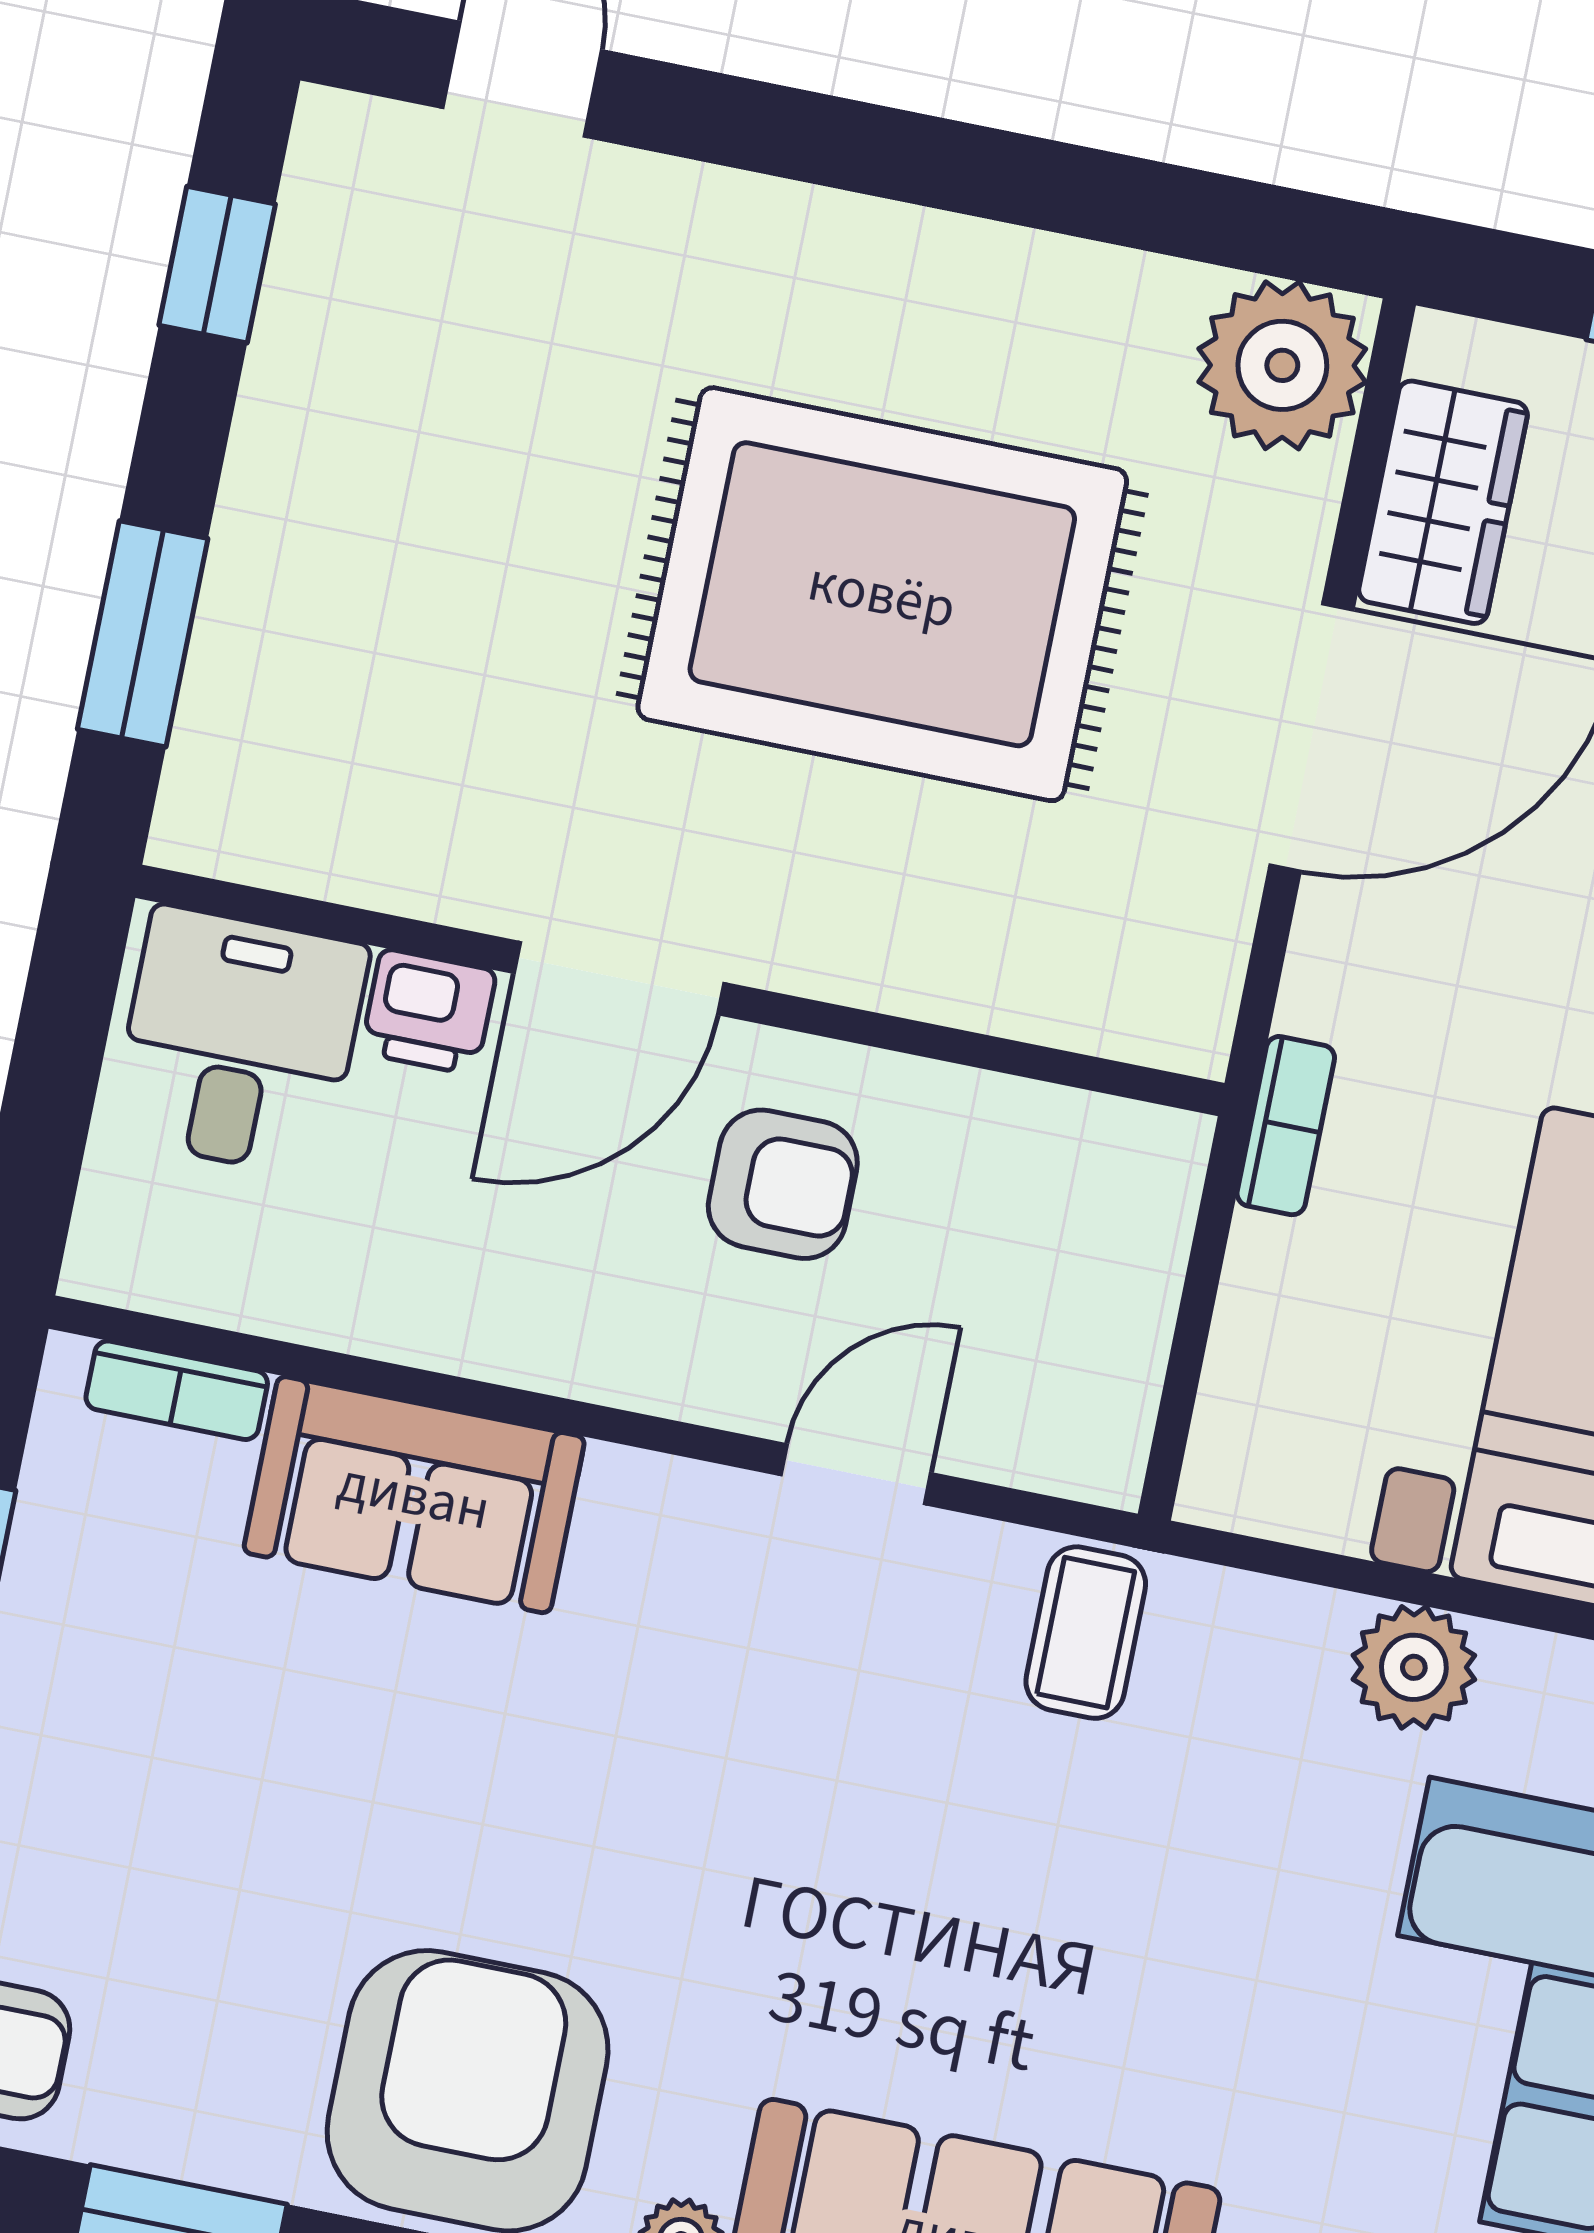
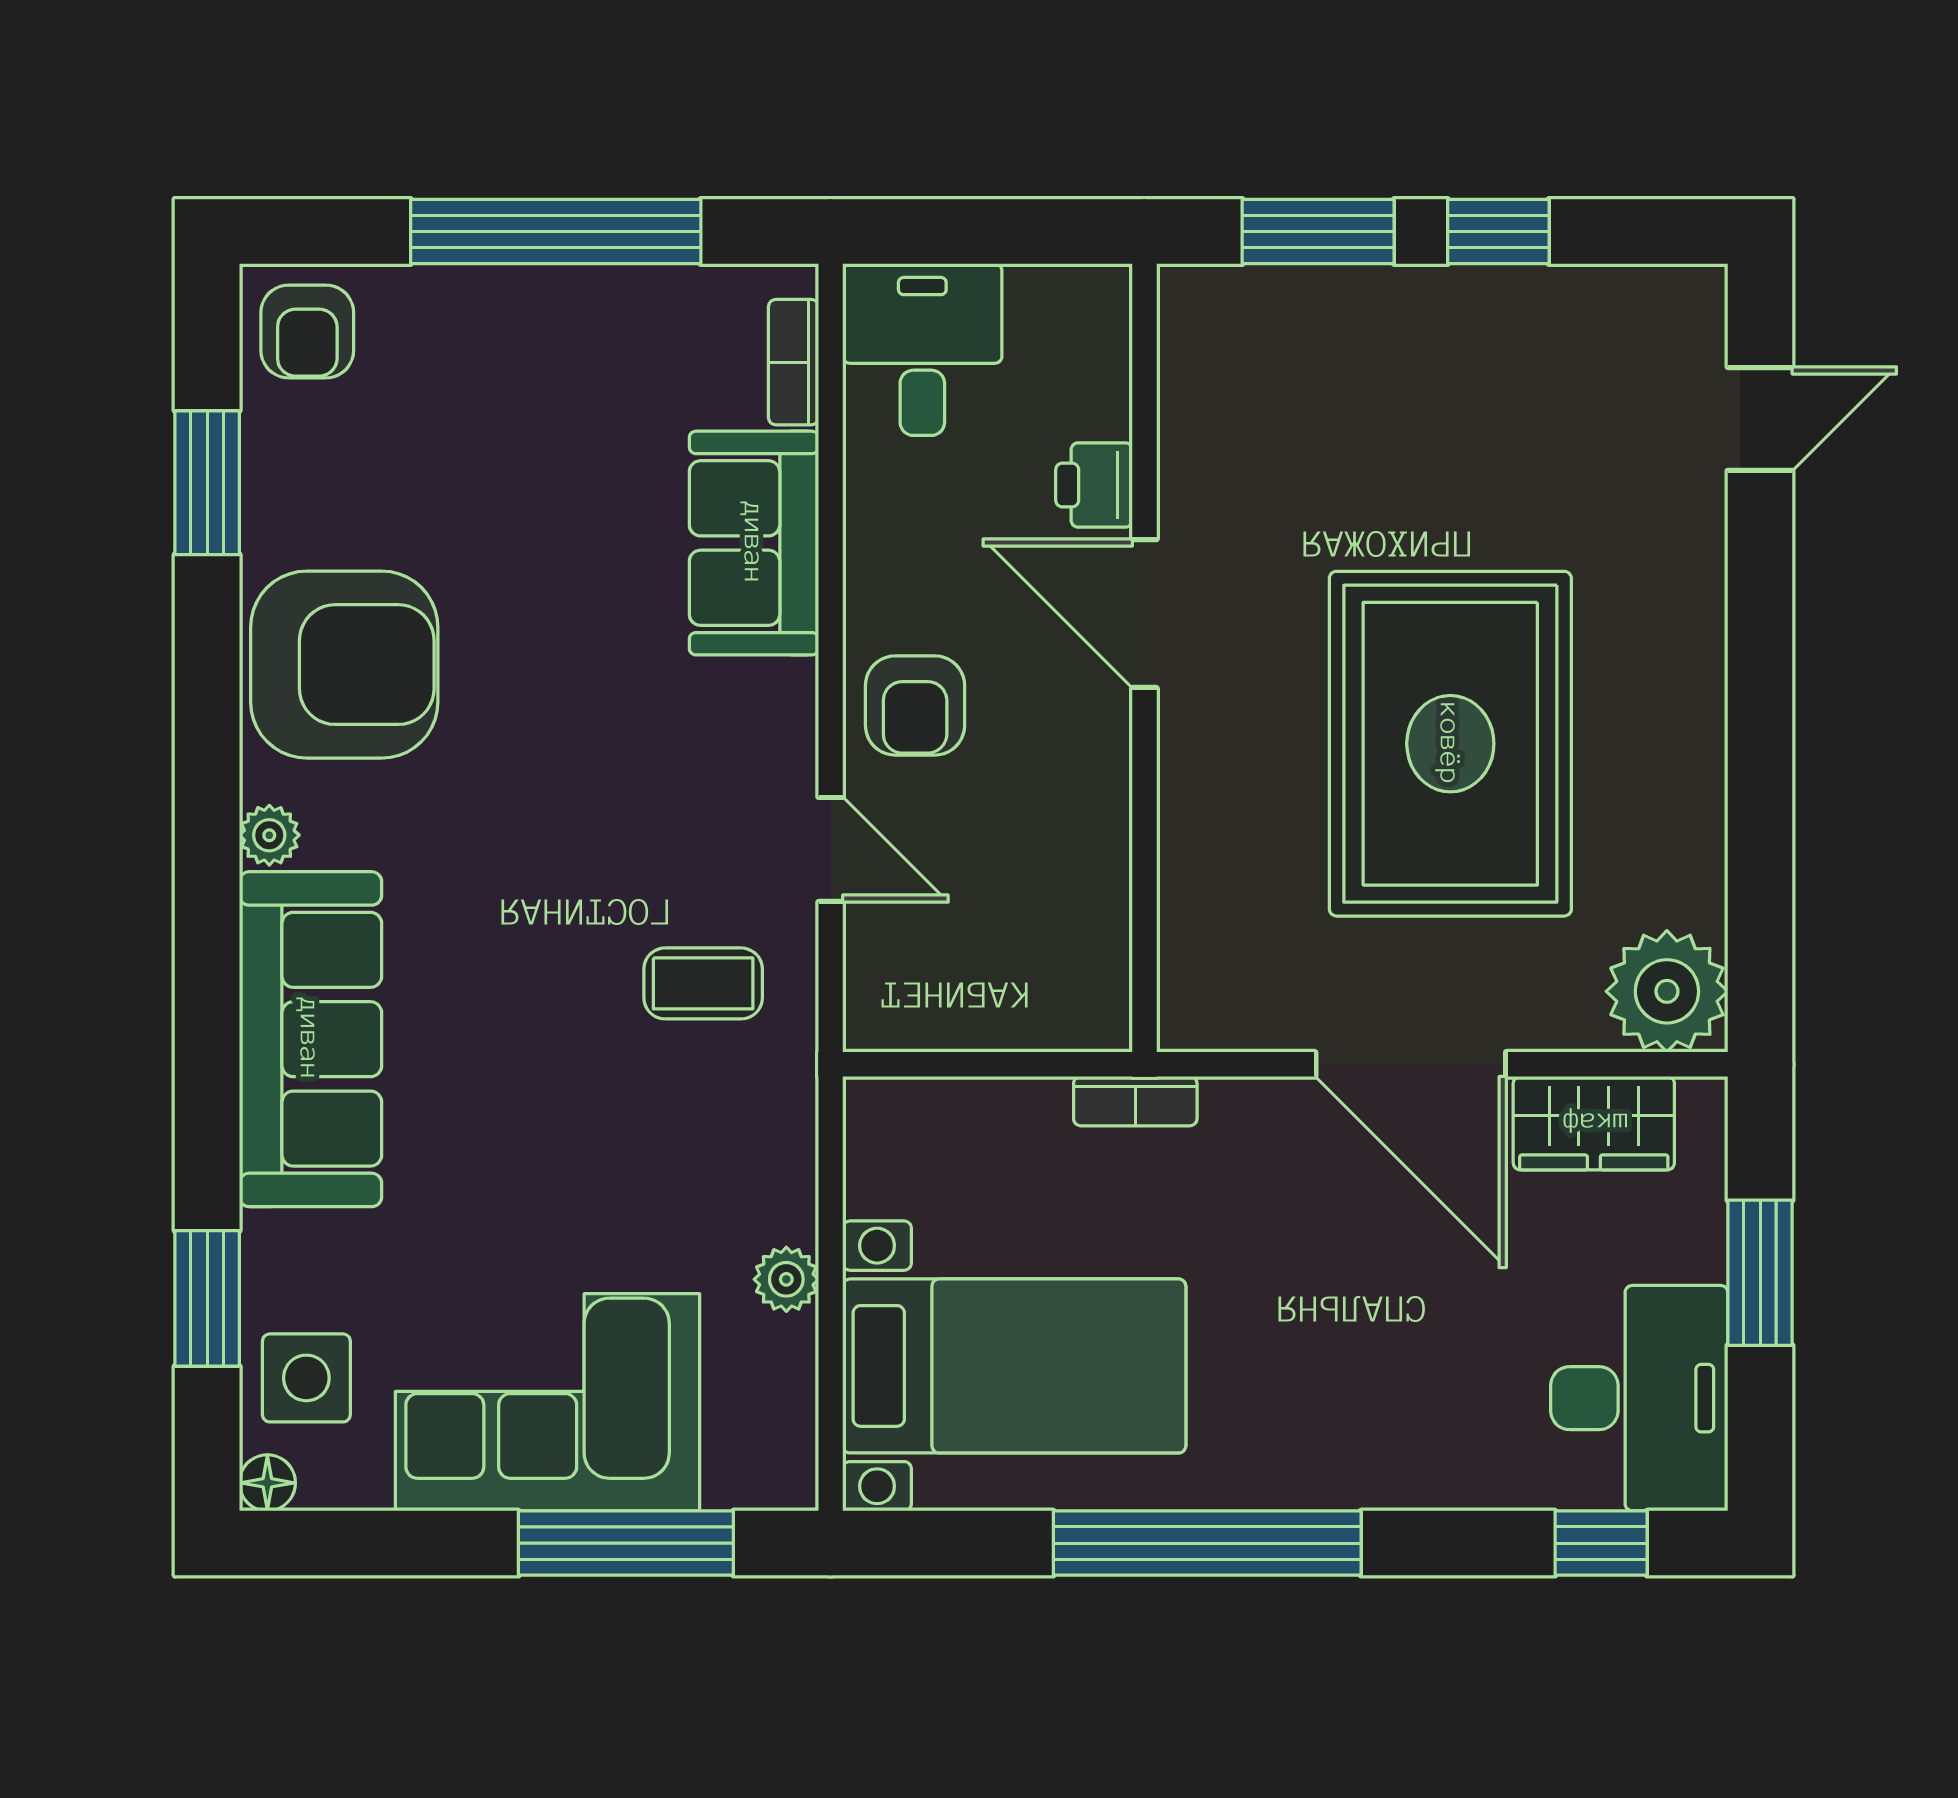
window: (217, 265) -> (1498, 232), moved
desk: (239, 1041) -> (922, 350), moved, turned -90
armchair: (783, 1184) -> (915, 705), moved
coffee table: (1086, 1633) -> (703, 983), moved
plant: (1414, 1667) -> (786, 1279), width x0.73, depth x0.73

